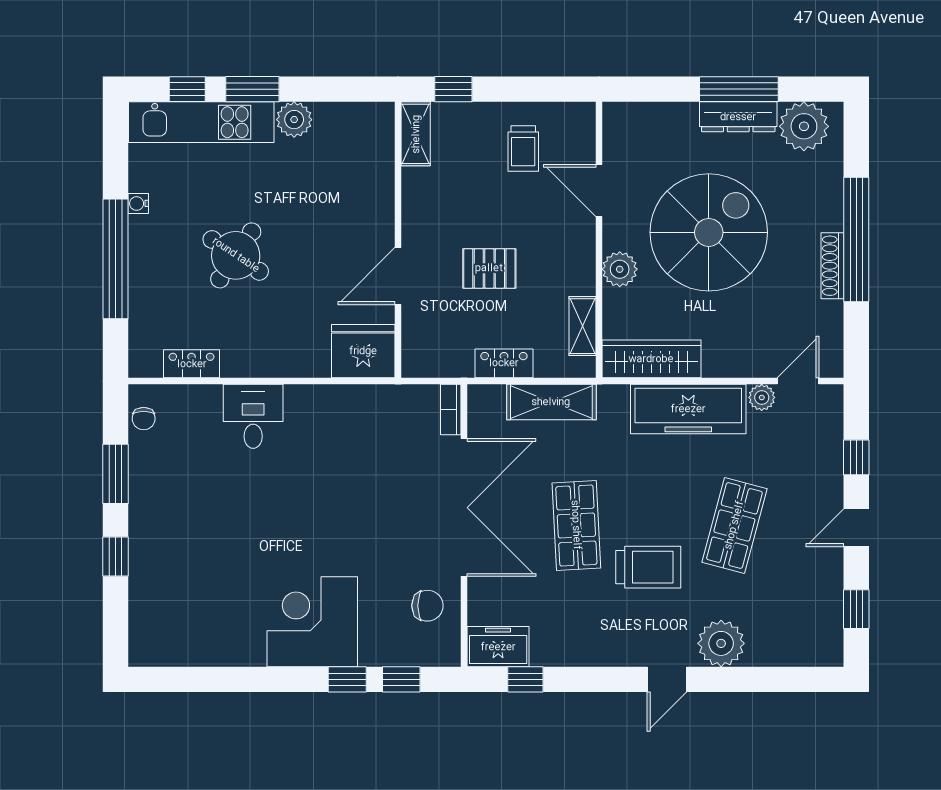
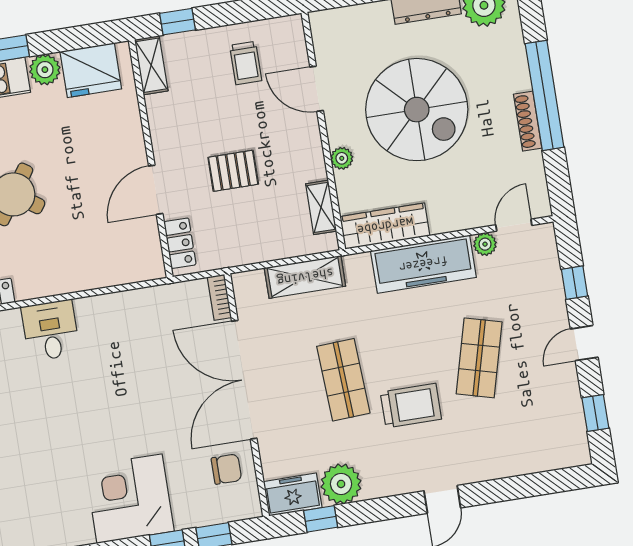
spiral stairs: (709, 232) -> (417, 110), turned 90
plant: (620, 269) -> (342, 158), width x0.73, depth x0.73
fridge: (363, 351) -> (91, 70), moved, turned 180
locker: (504, 363) -> (180, 243), moved, turned 90
double door: (464, 508) -> (244, 380), swing flipped
plant: (721, 643) -> (341, 484), moved

